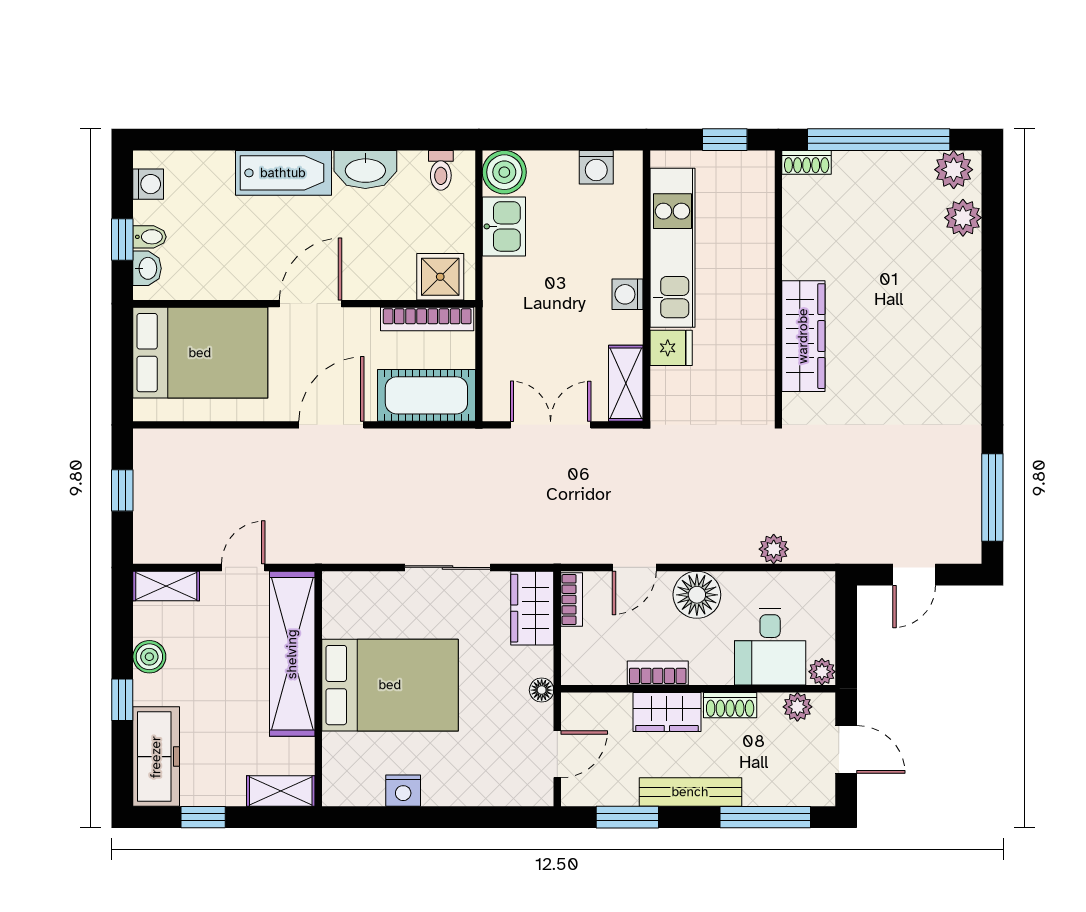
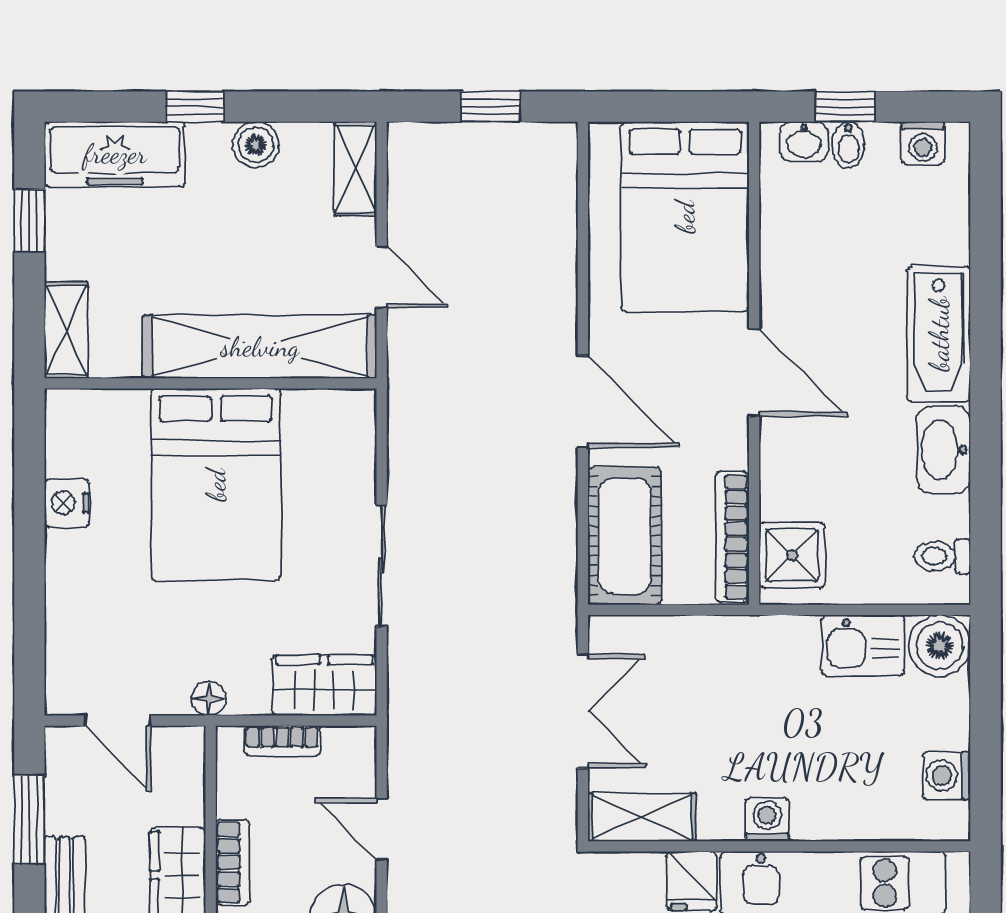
bookcase: (572, 600) -> (282, 741), moved

